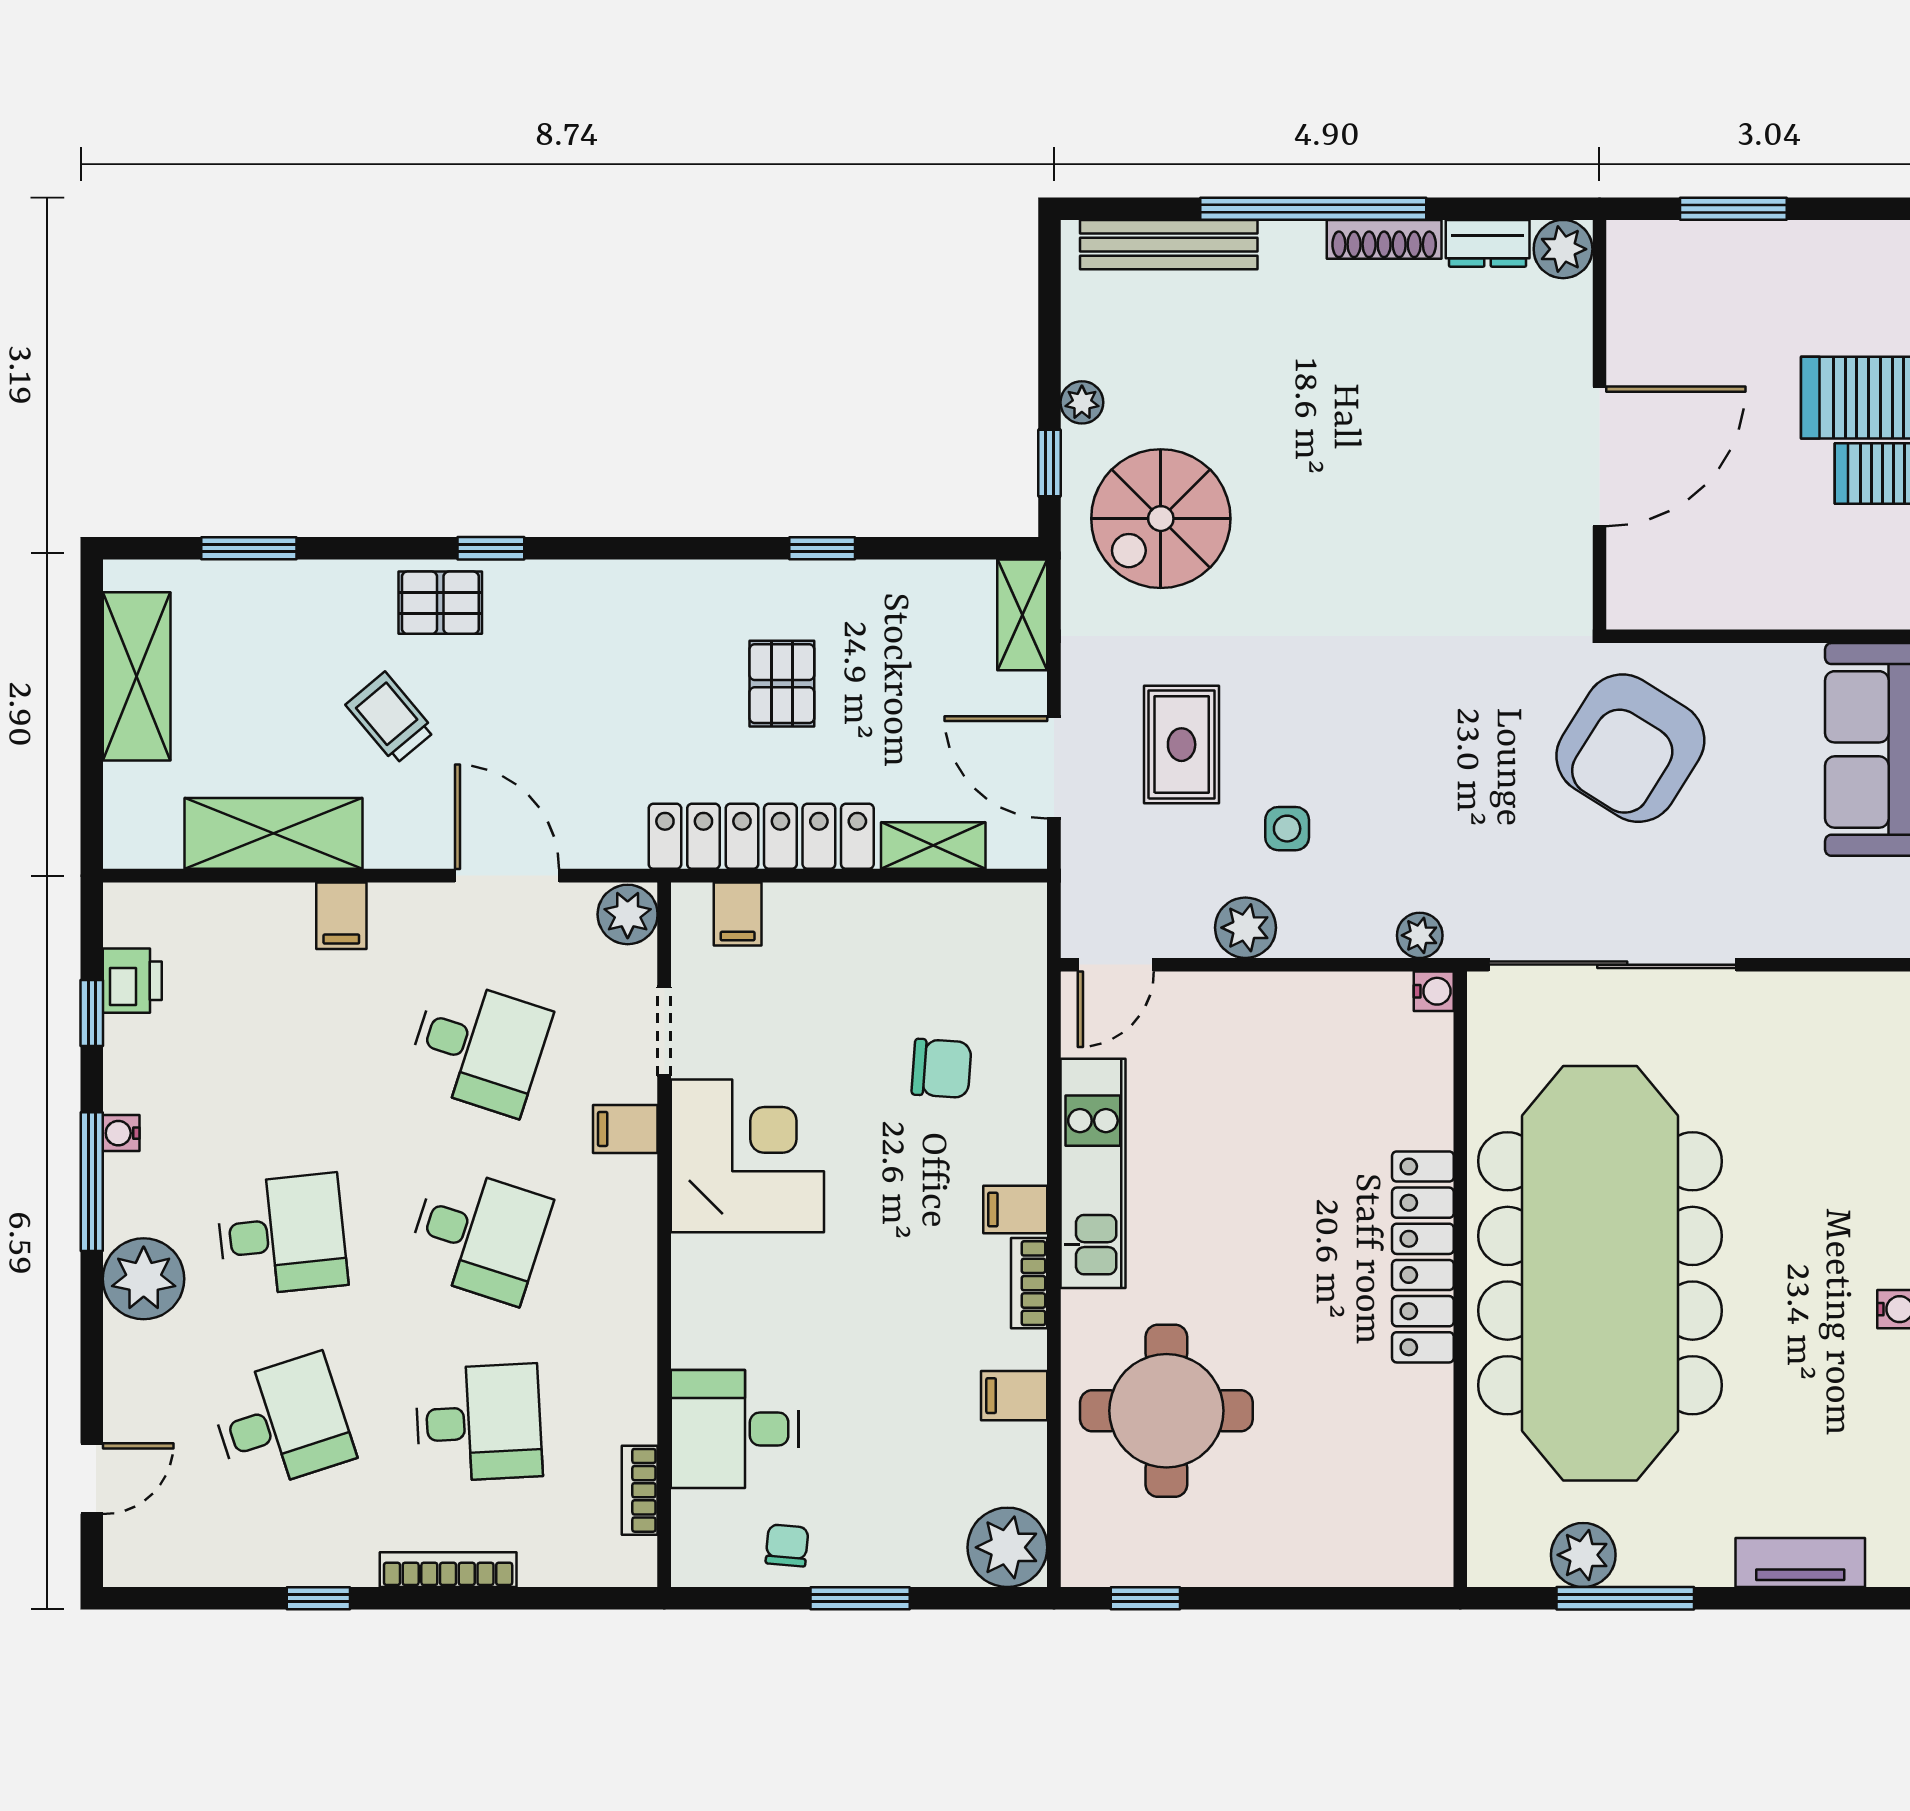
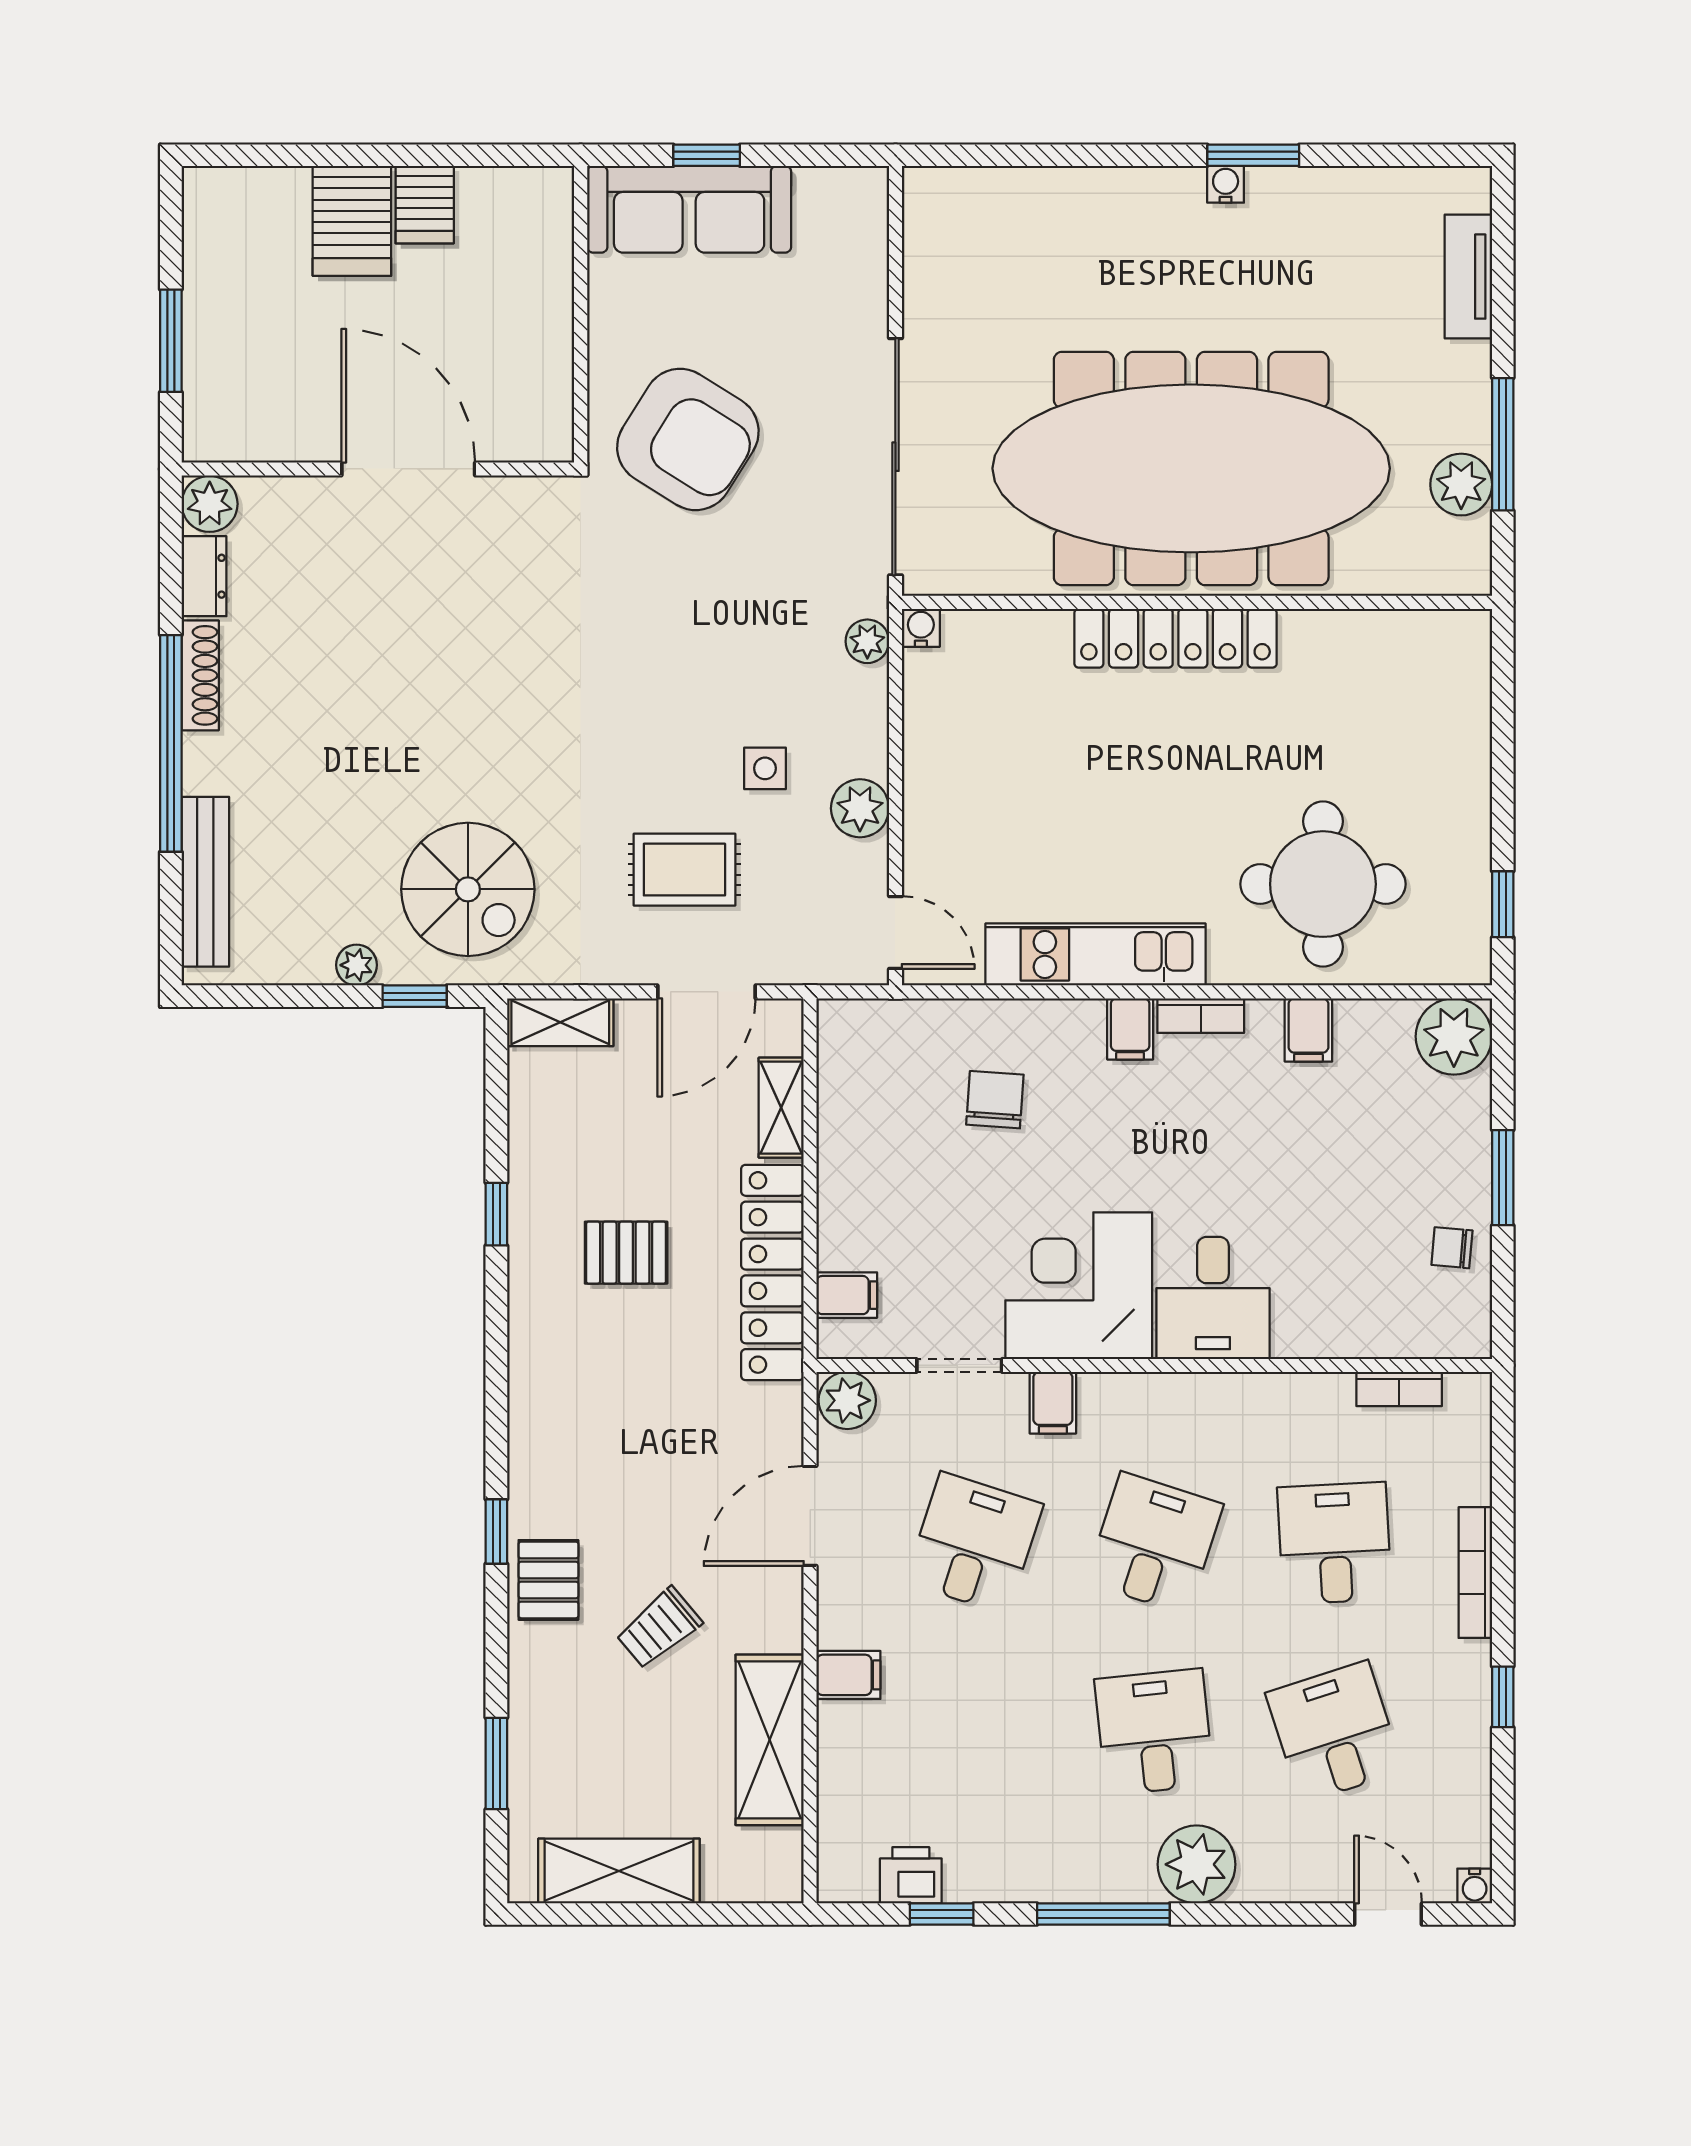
water cooler: (121, 1133) -> (1475, 1886), moved
desk: (735, 1429) -> (1213, 1298), moved

